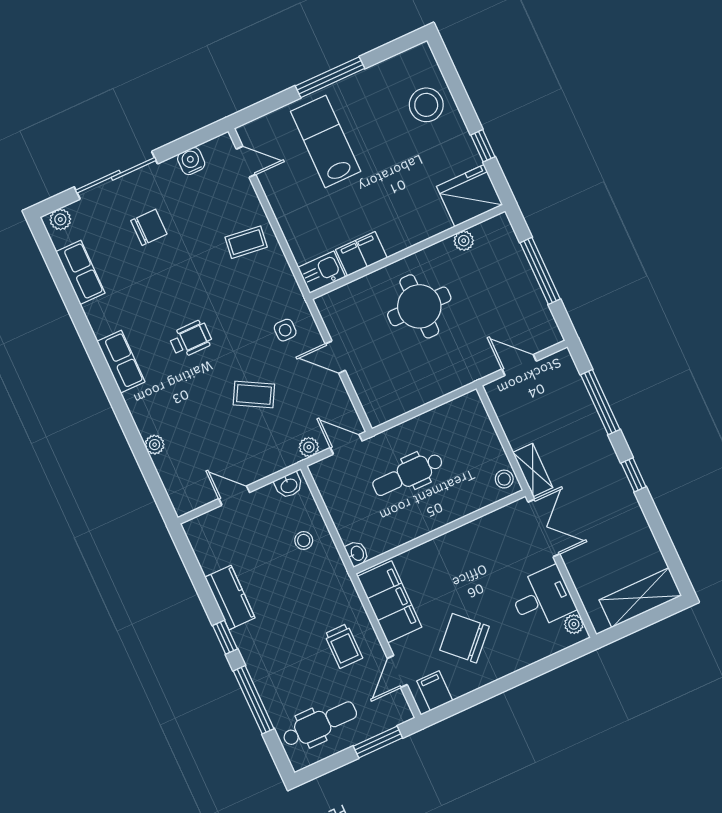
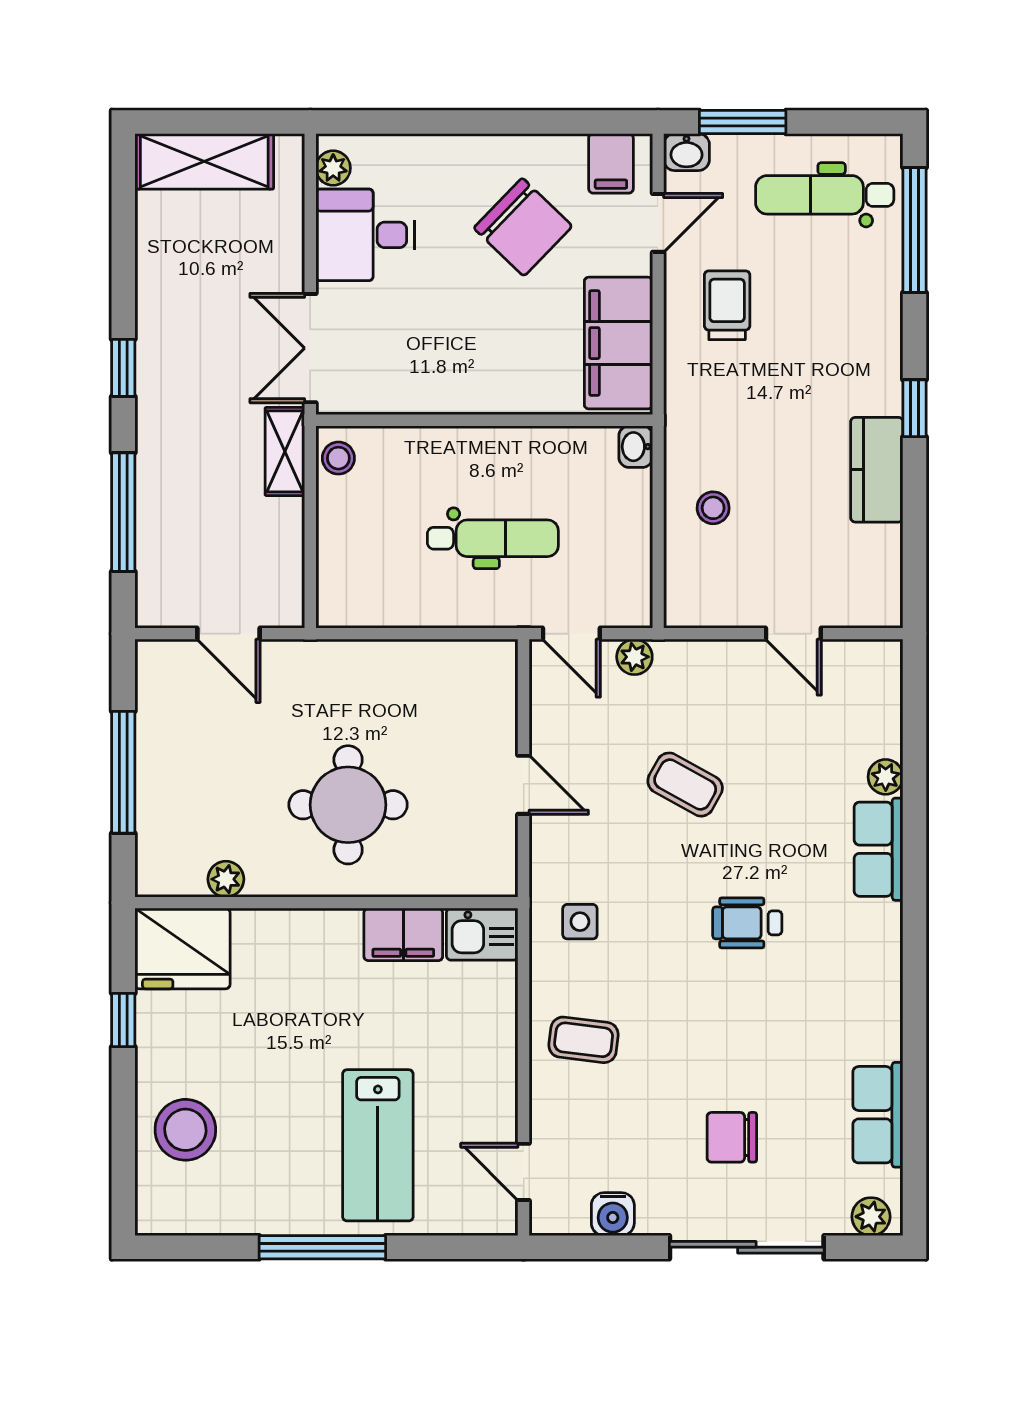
side table: (285, 330) -> (580, 922), moved
row of seats: (121, 362) -> (878, 849), moved
washbasin: (289, 485) -> (687, 152), moved, turned 180
window: (254, 700) -> (915, 230), moved

